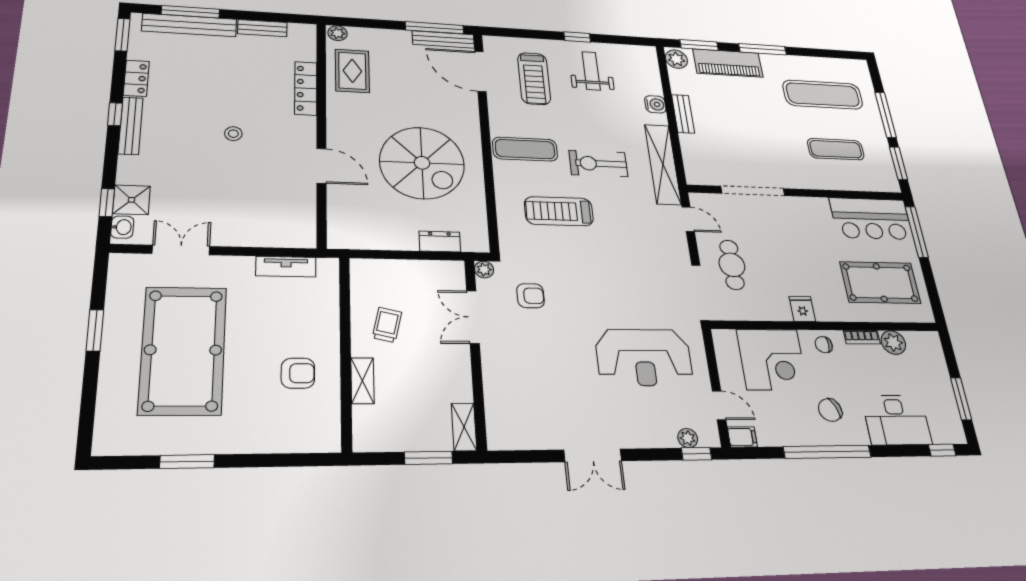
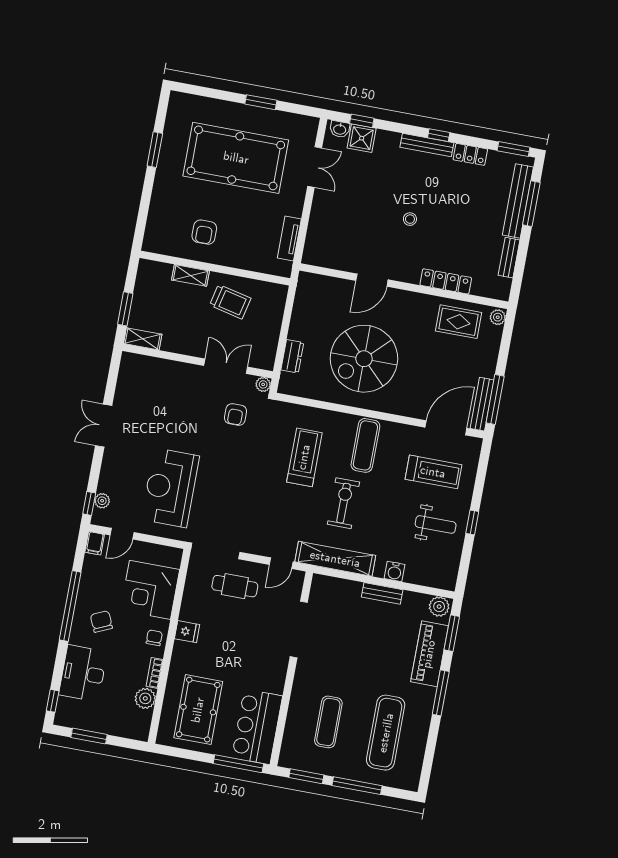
treadmill: (534, 79) -> (433, 472), turned 180
trolley: (387, 325) -> (230, 302), width x1.36, depth x1.39

